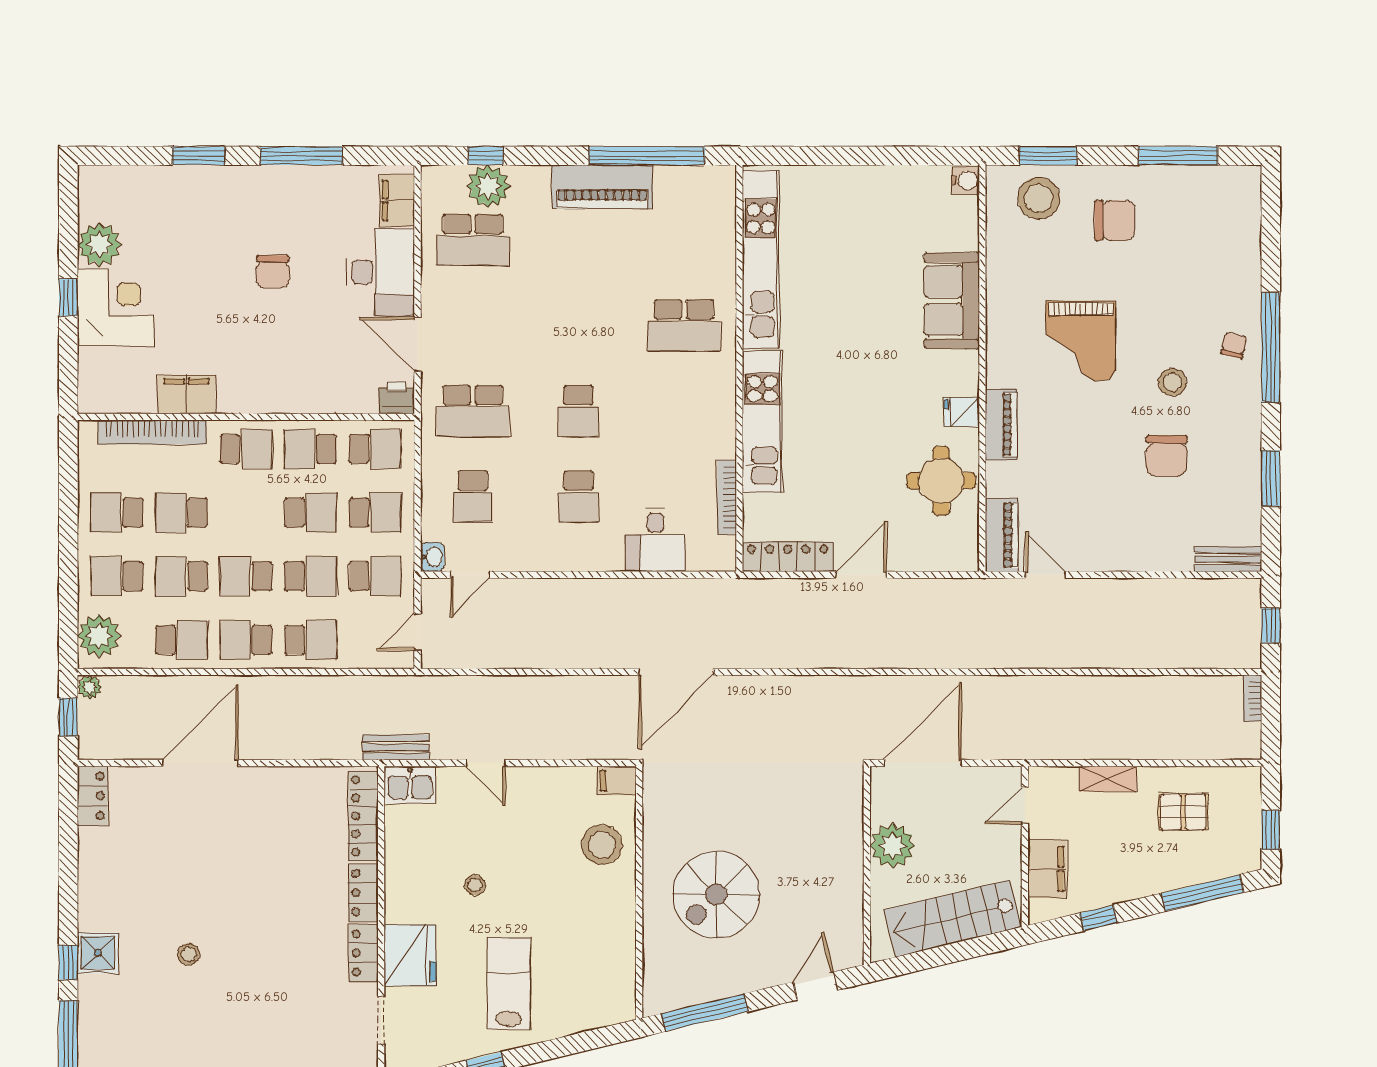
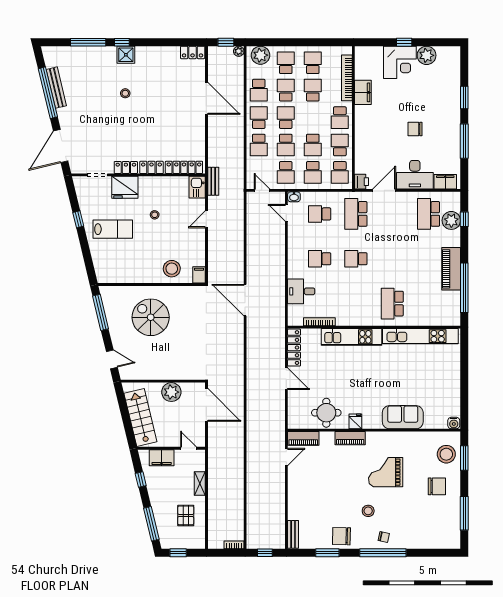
chair: (1115, 220) -> (437, 486), turned -90
chair: (1166, 456) -> (341, 536), moved

